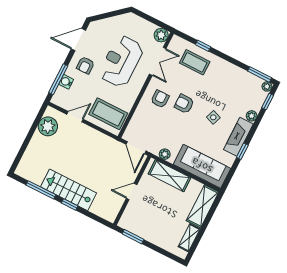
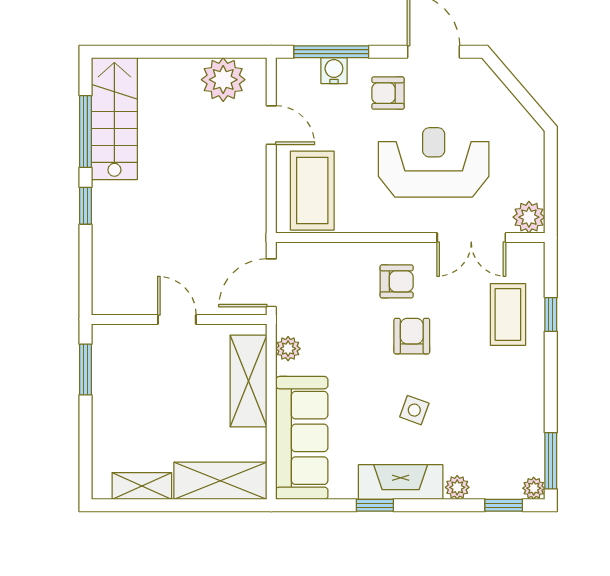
stairs: (69, 190) -> (114, 119), moved

